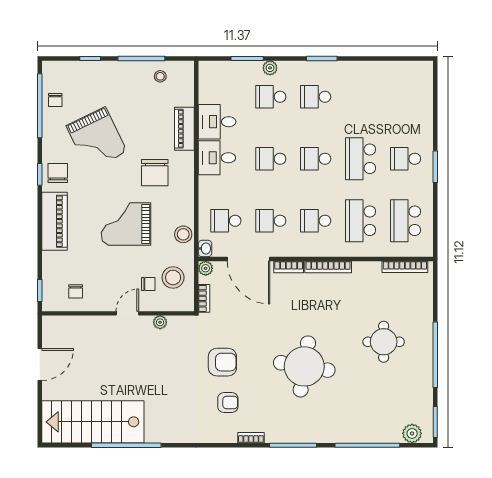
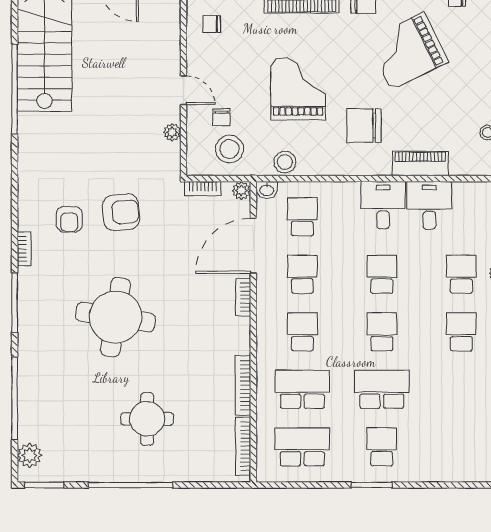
bookcase: (328, 267) -> (243, 385), moved
armchair: (222, 362) -> (121, 212), turned -95

